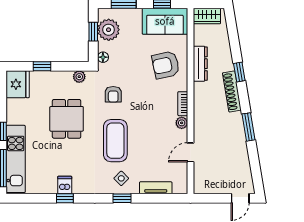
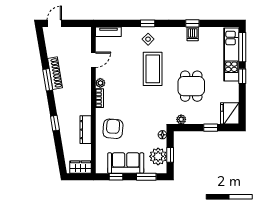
sofa: (165, 21) -> (126, 163), moved
armchair: (166, 65) -> (113, 129), turned -74
shoe rack: (232, 91) -> (55, 73), moved
armchair: (113, 94) -> (154, 106), removed
tv unit: (156, 188) -> (108, 32), moved

